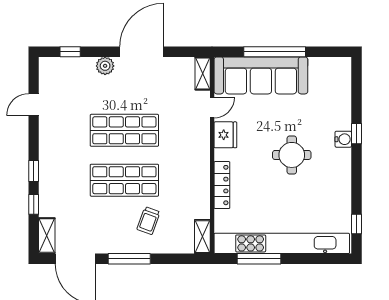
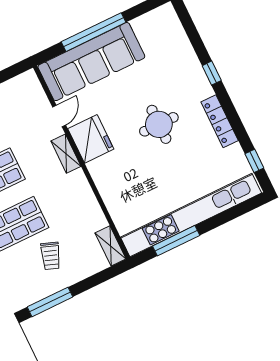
shelving: (203, 73) -> (66, 154), moved
fridge: (225, 135) -> (91, 139), width x1.36, depth x1.34
water cooler: (343, 139) -> (202, 85), removed
locker: (222, 185) -> (220, 121), moved, turned 180

